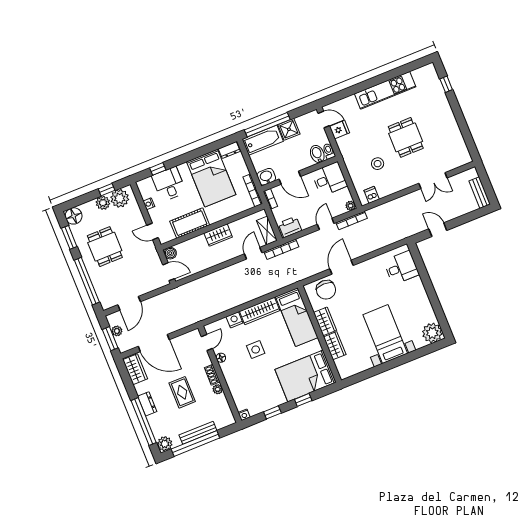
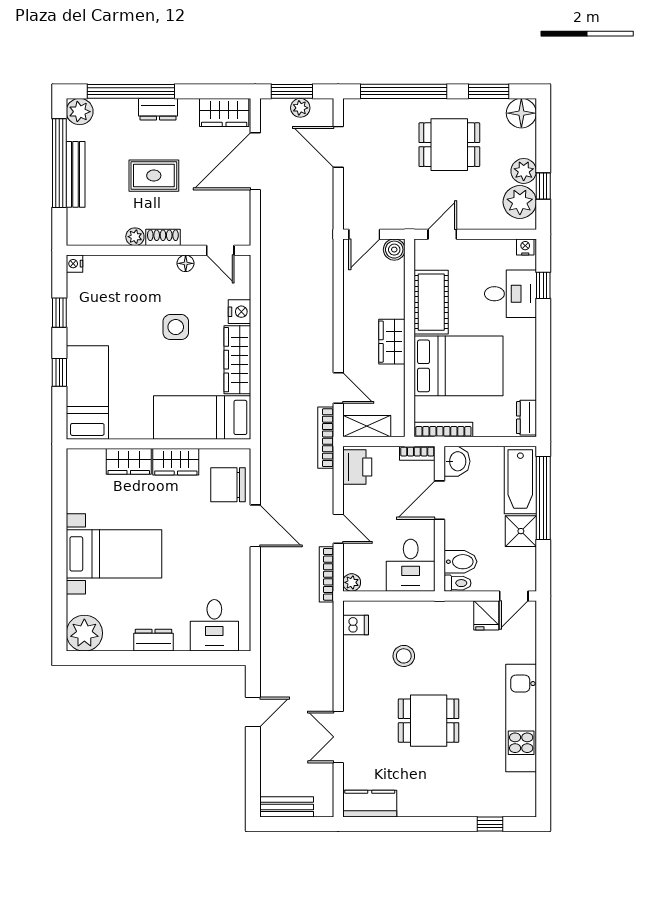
kitchen counter: (461, 150) -> (370, 804), added
bed: (211, 178) -> (459, 366), moved, turned 180
nightstand: (149, 204) -> (525, 247), moved
dresser: (422, 296) -> (153, 640), added
bed: (306, 376) -> (87, 392), width x0.67

